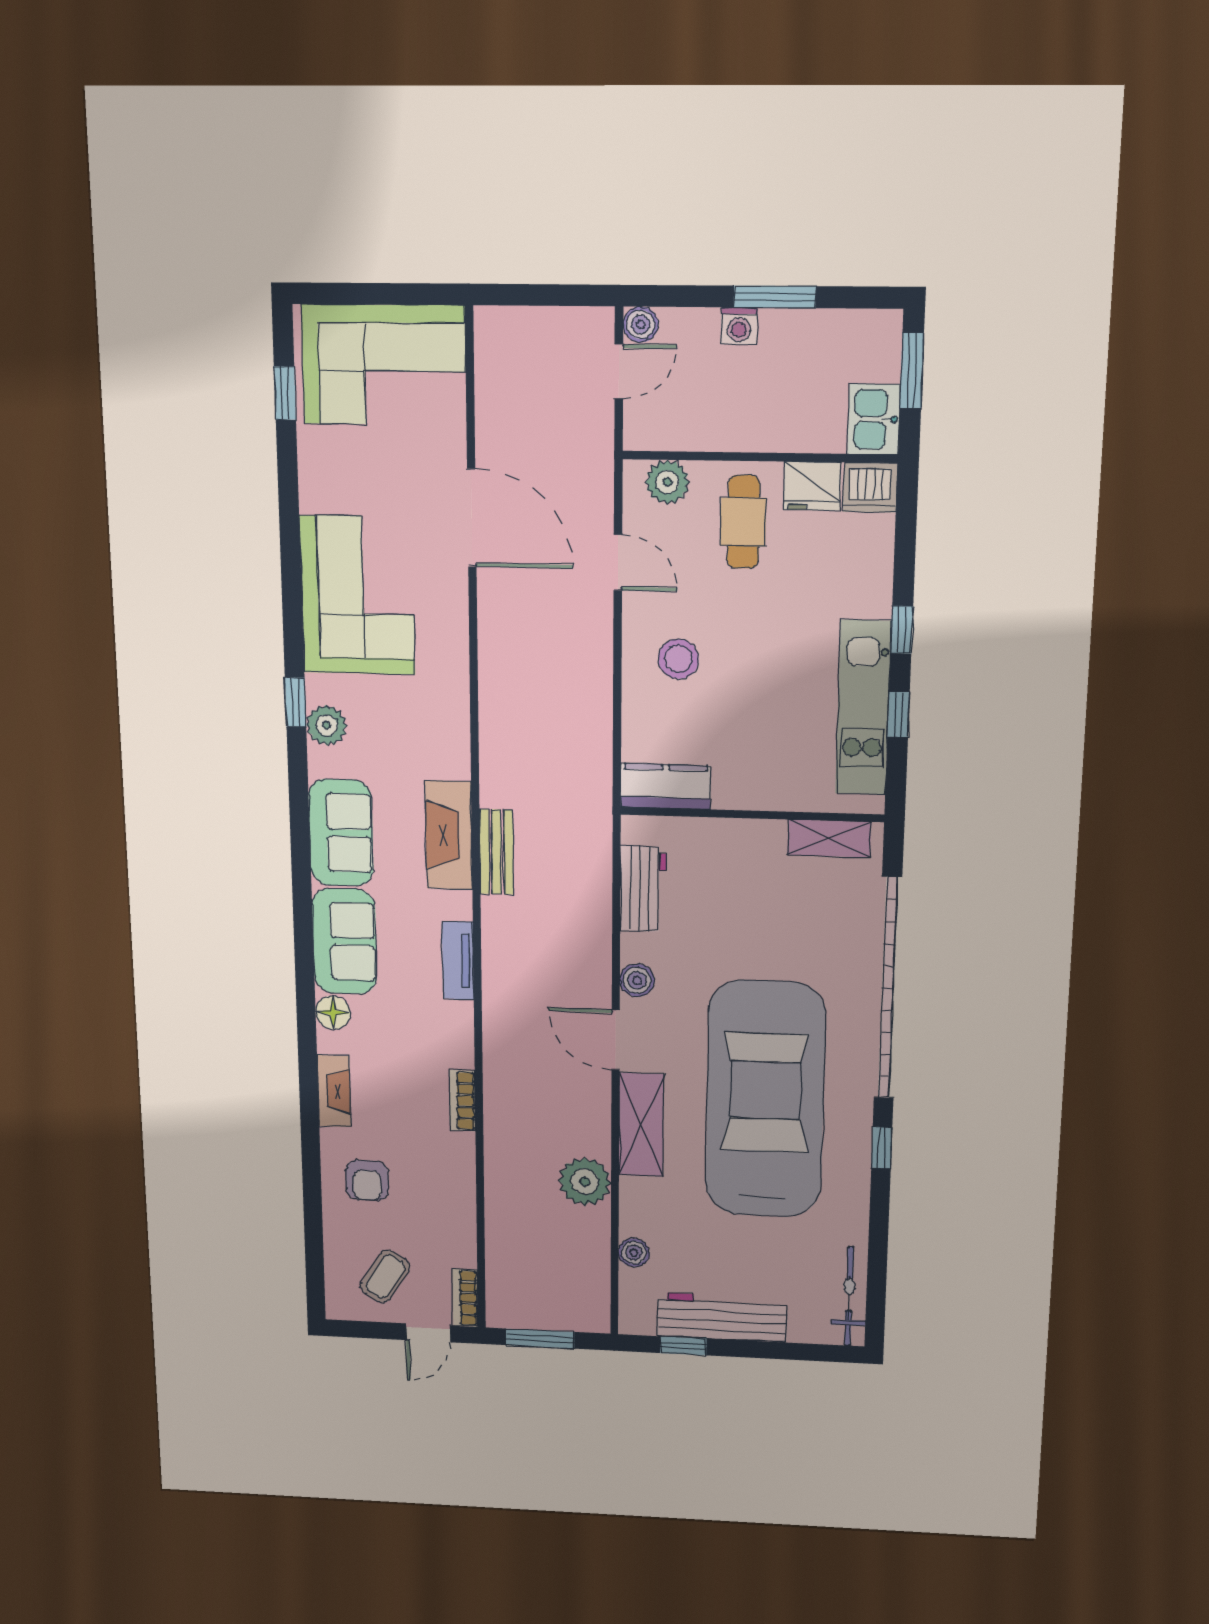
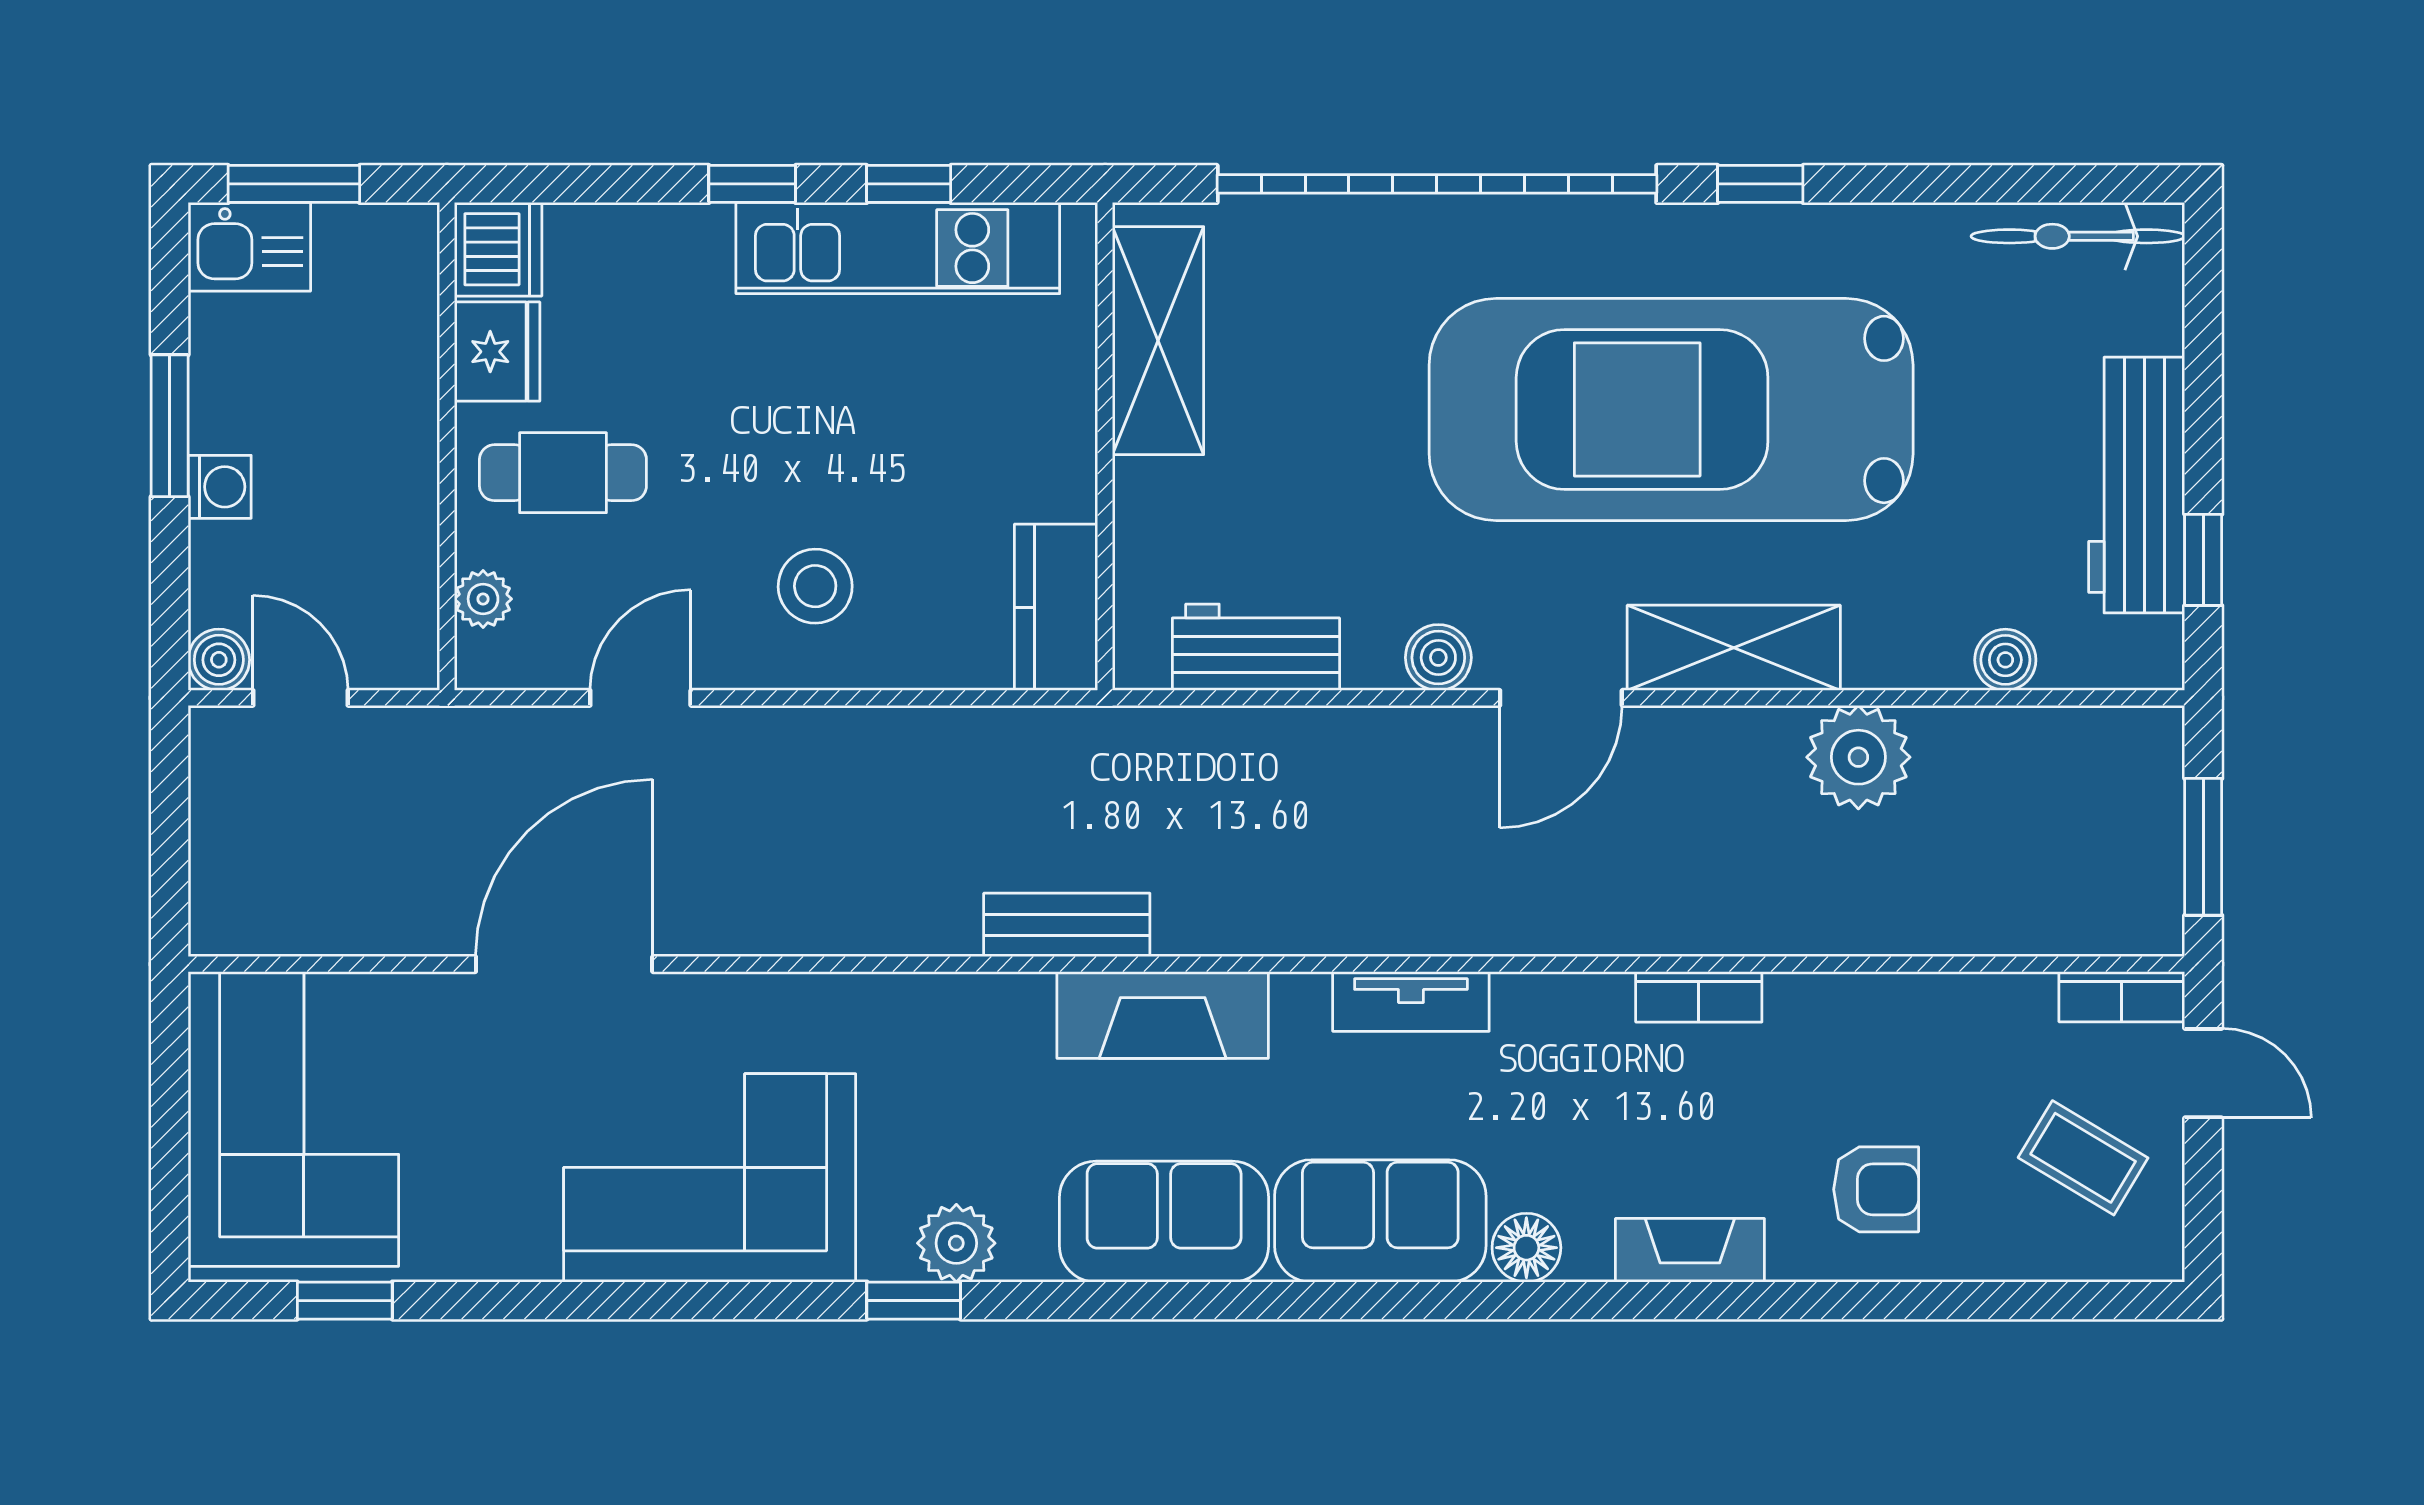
kitchen sink: (874, 419) -> (249, 247), moved
plant: (667, 482) -> (483, 599), width x0.73, depth x0.73
shelving: (829, 838) -> (1158, 341), width x1.50, depth x1.33
bench: (496, 852) -> (1067, 925), moved

